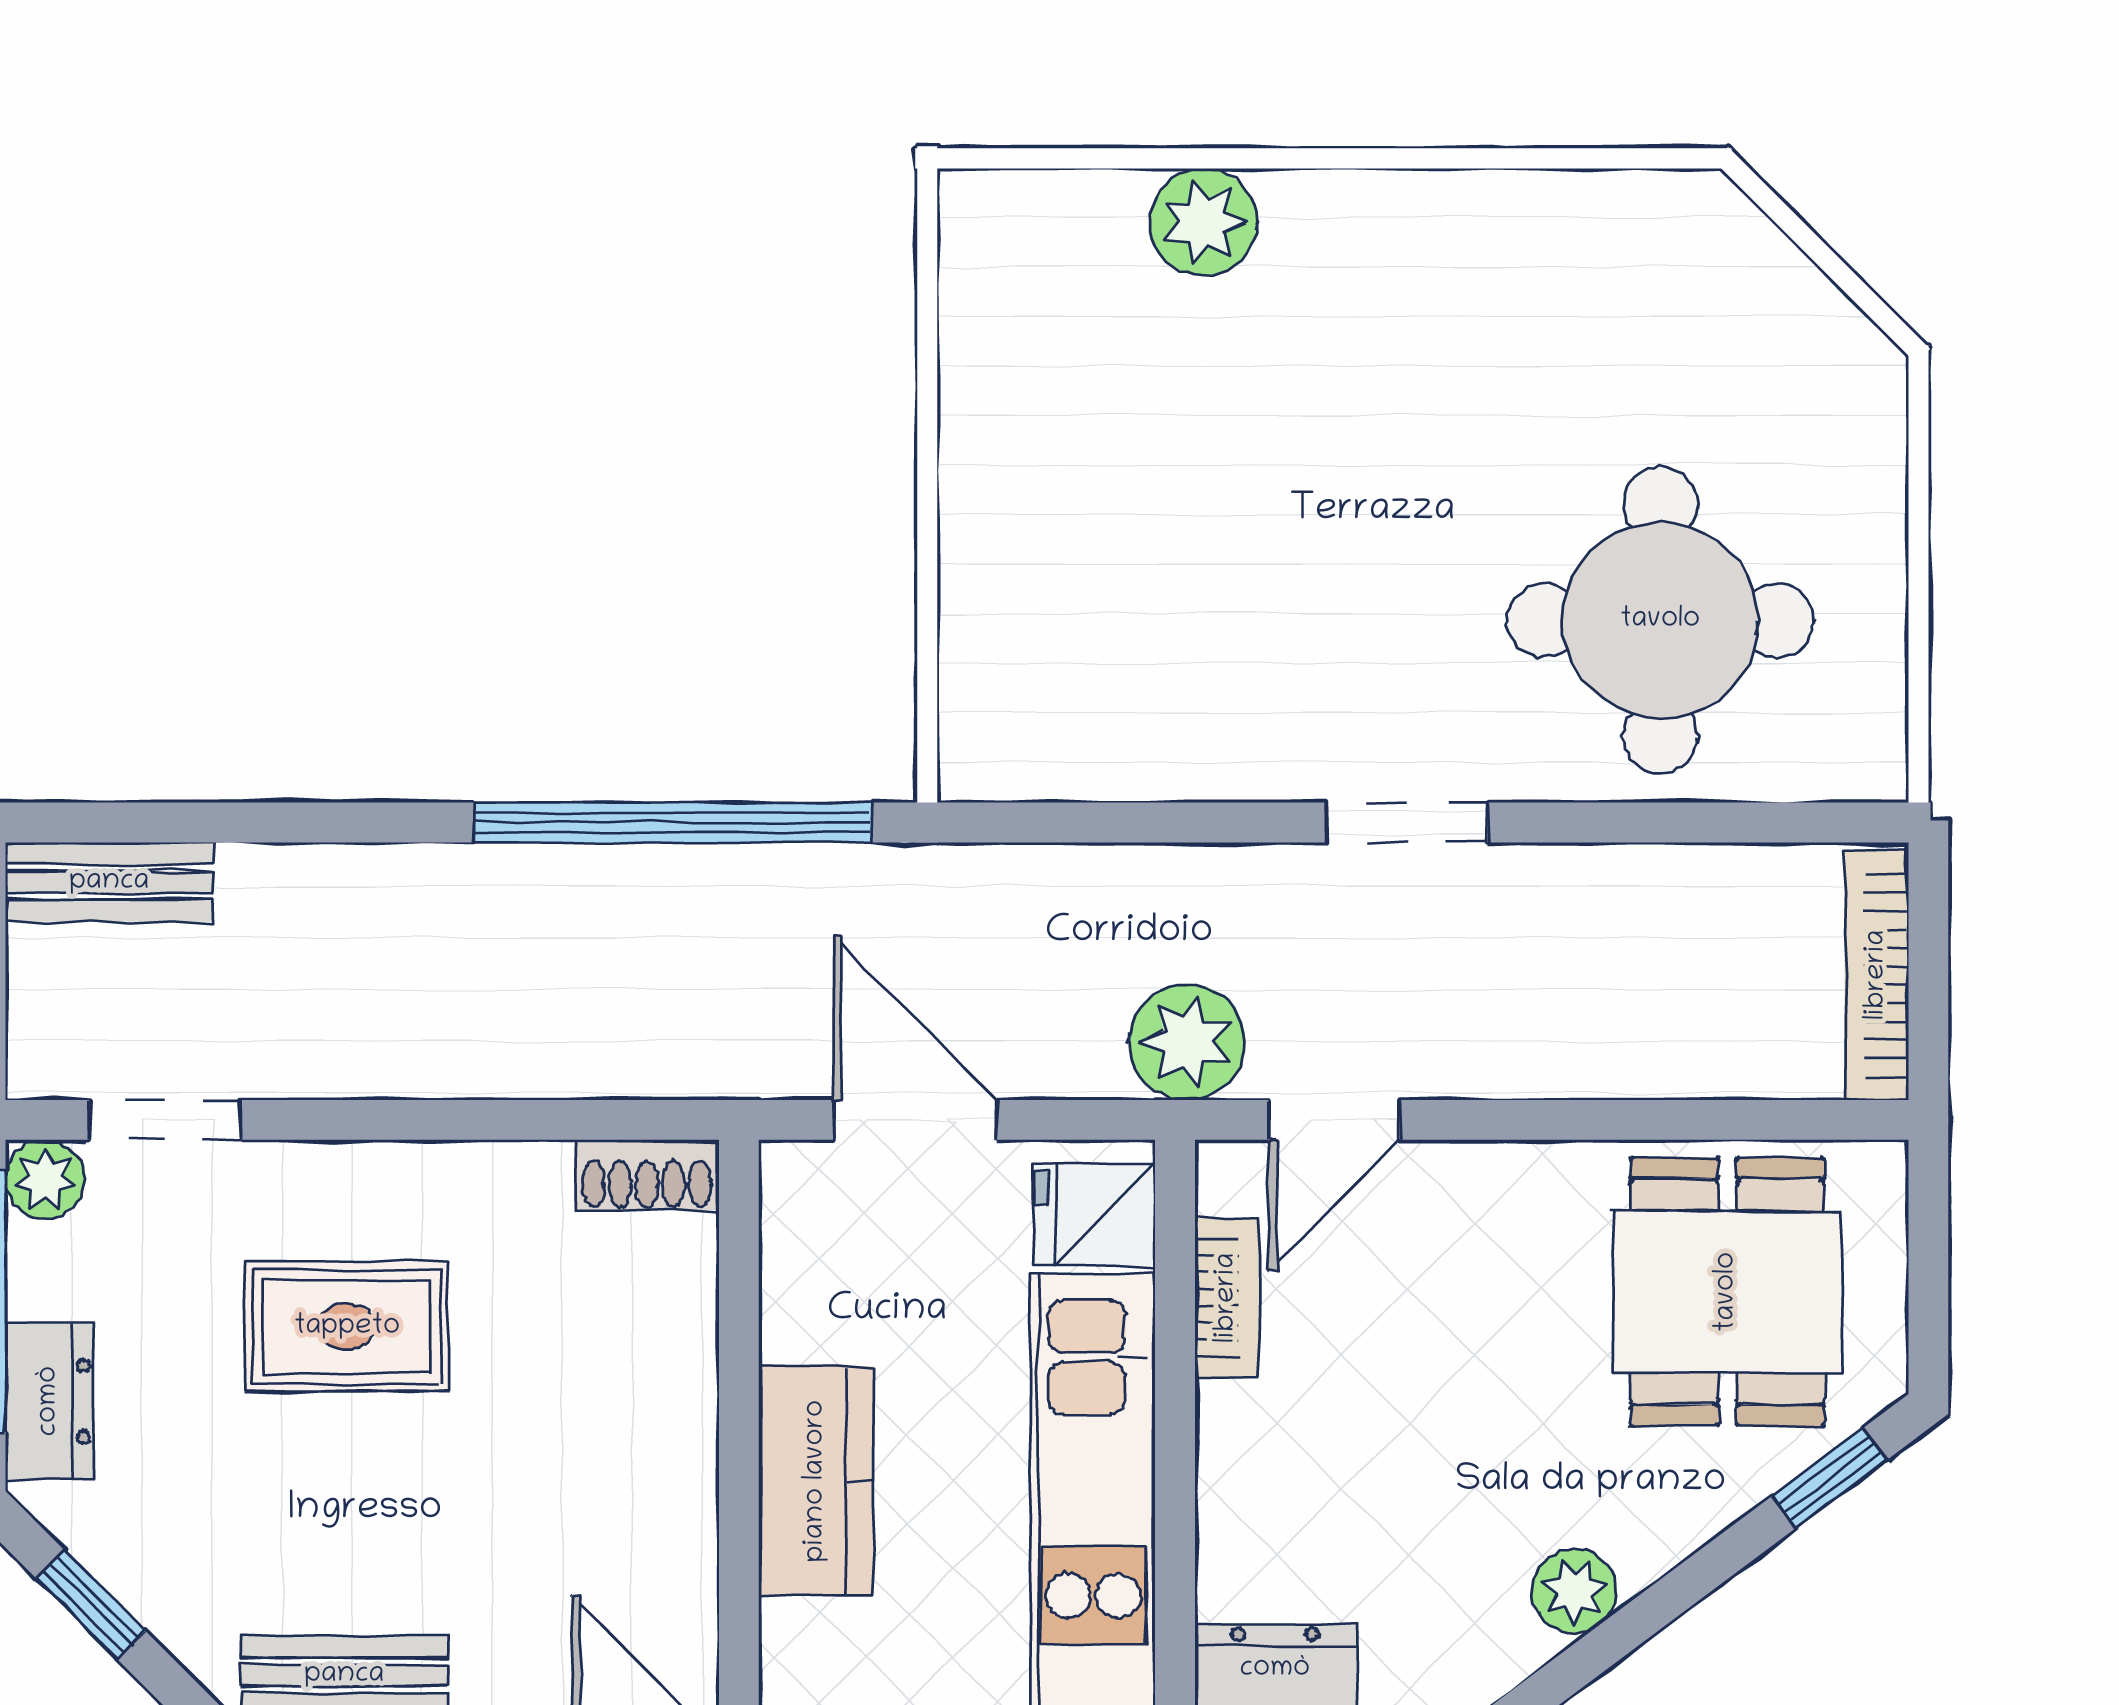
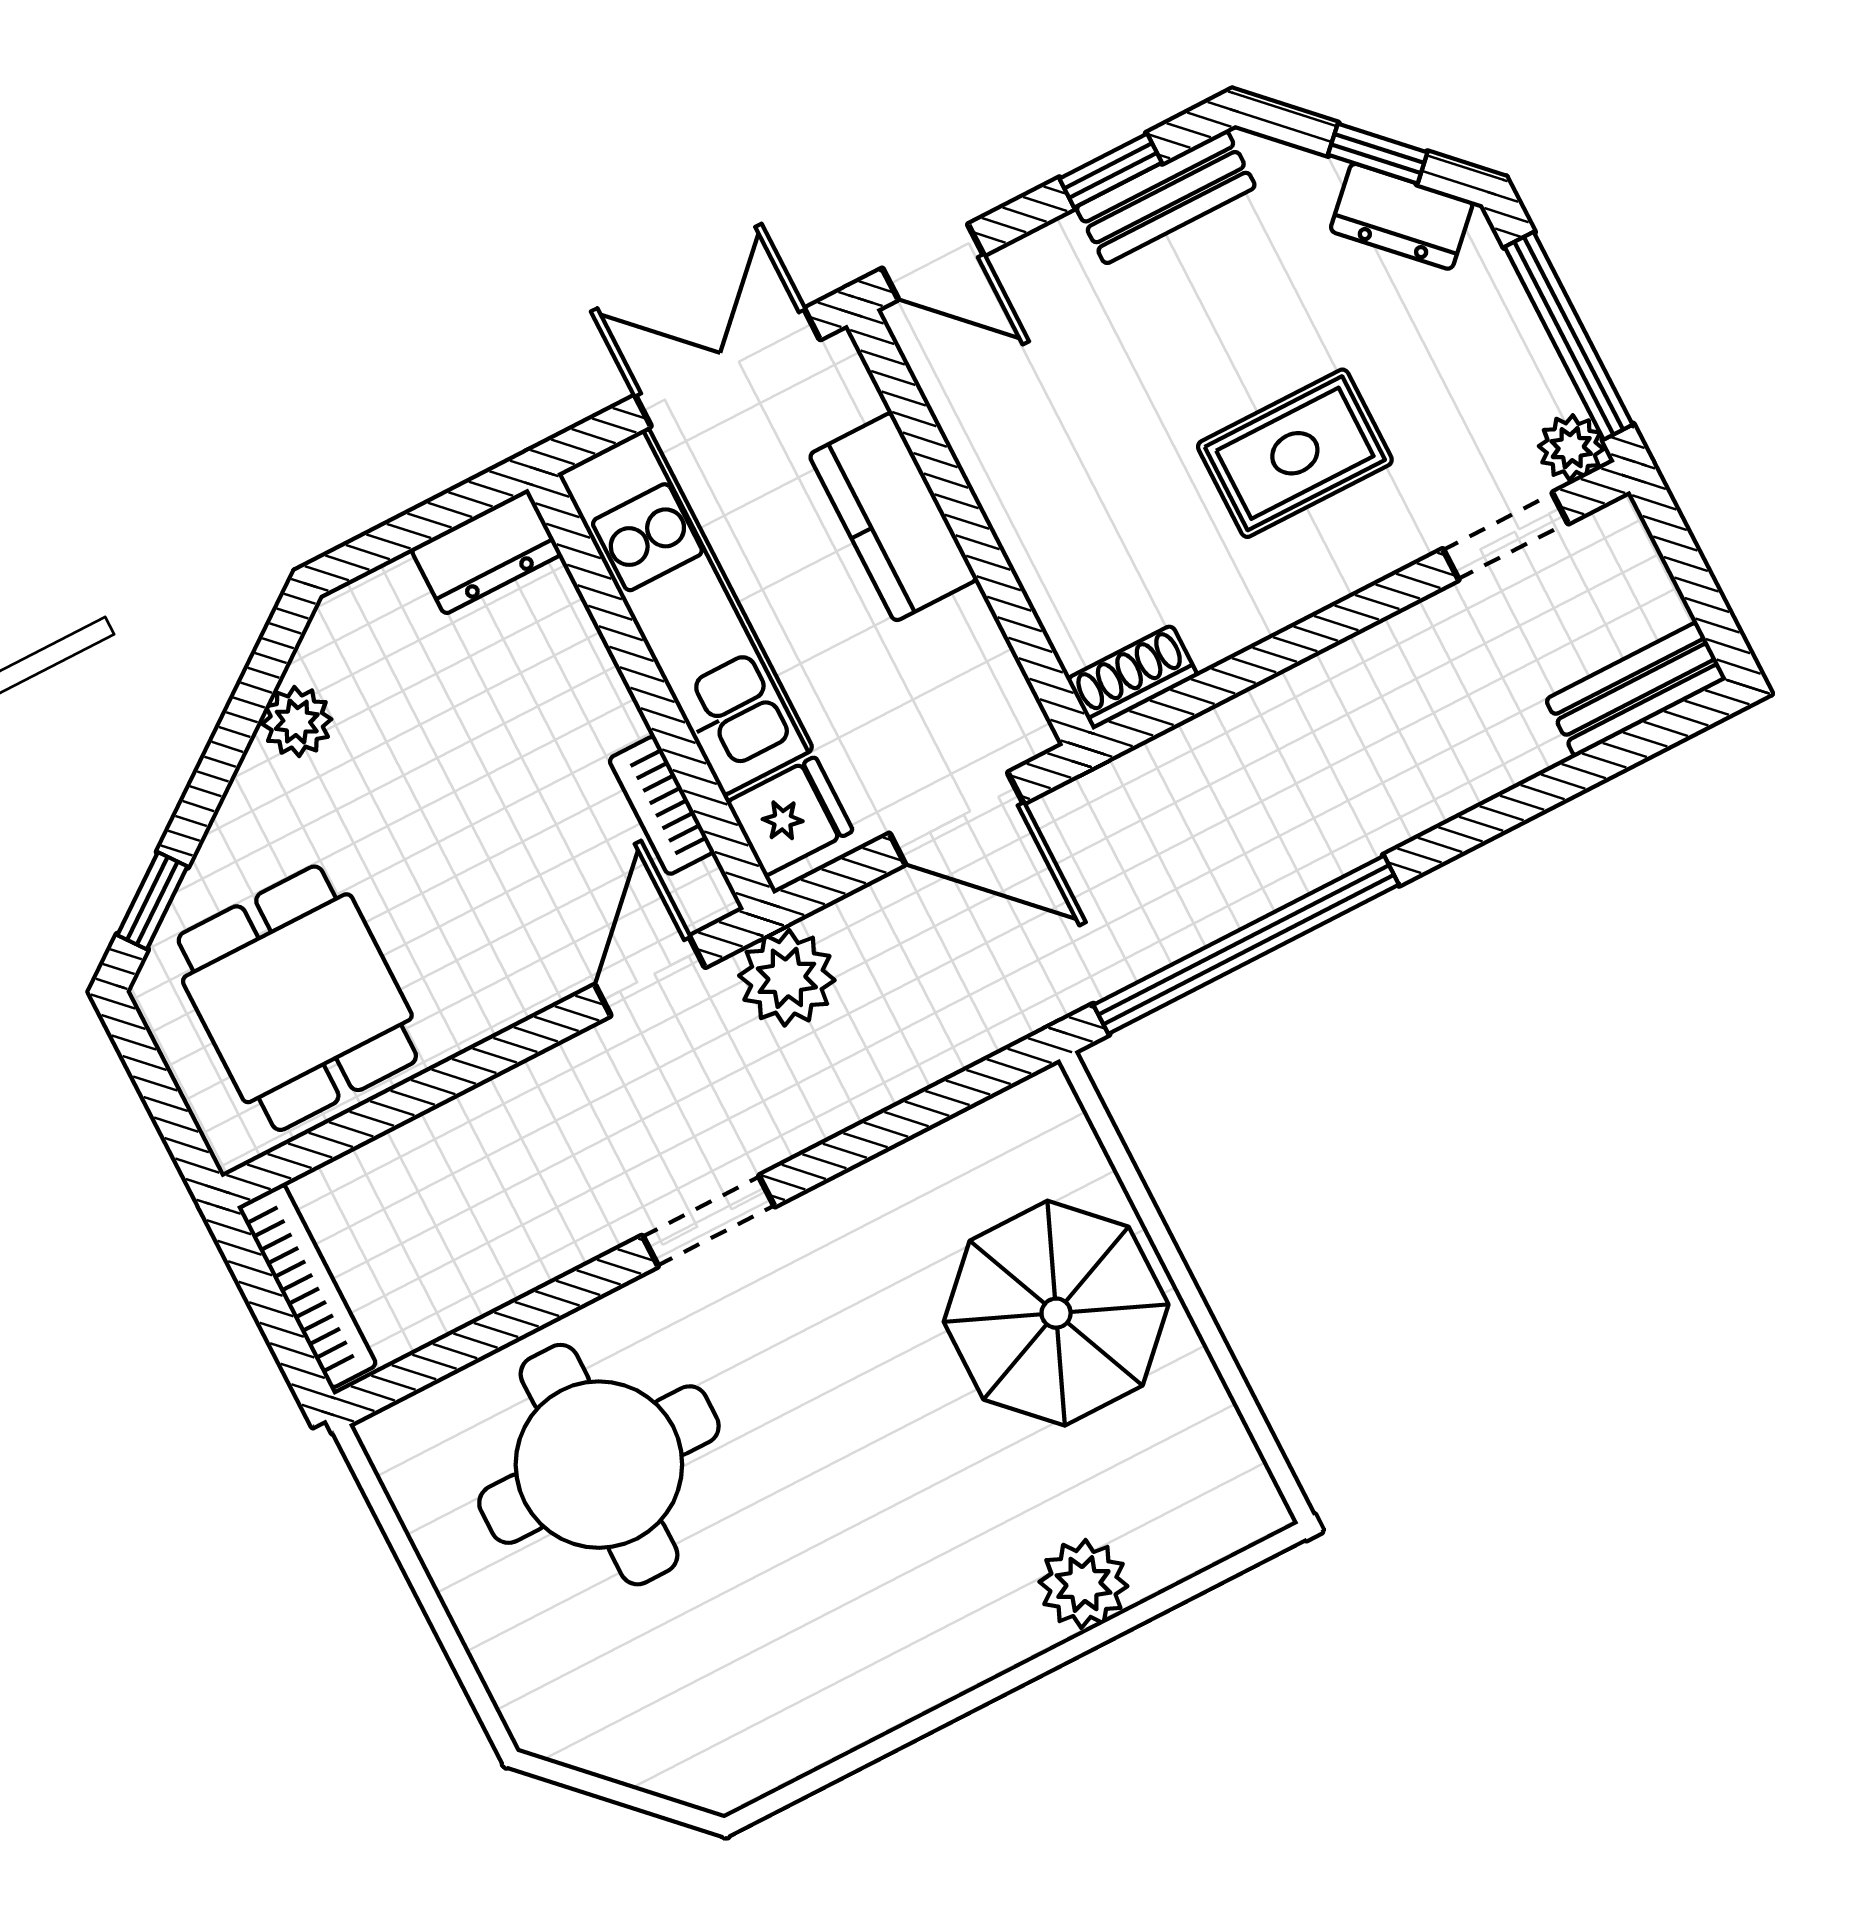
parasol: (1082, 530) -> (1056, 1313), added
dresser: (49, 1401) -> (1402, 216), moved, turned -45

